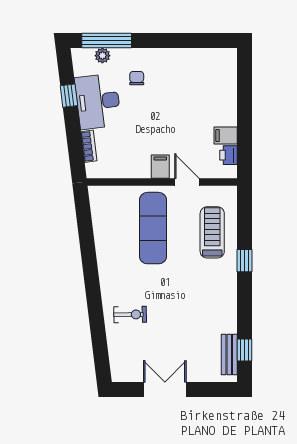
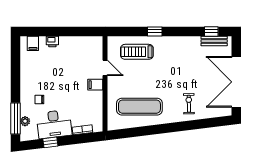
filing cabinet: (226, 136) -> (33, 43), moved
printer: (229, 155) -> (52, 42), moved
door: (187, 182) -> (105, 68), swing flipped
exercise mat: (153, 228) -> (139, 107), moved
double door: (165, 390) -> (236, 82), width x1.87

